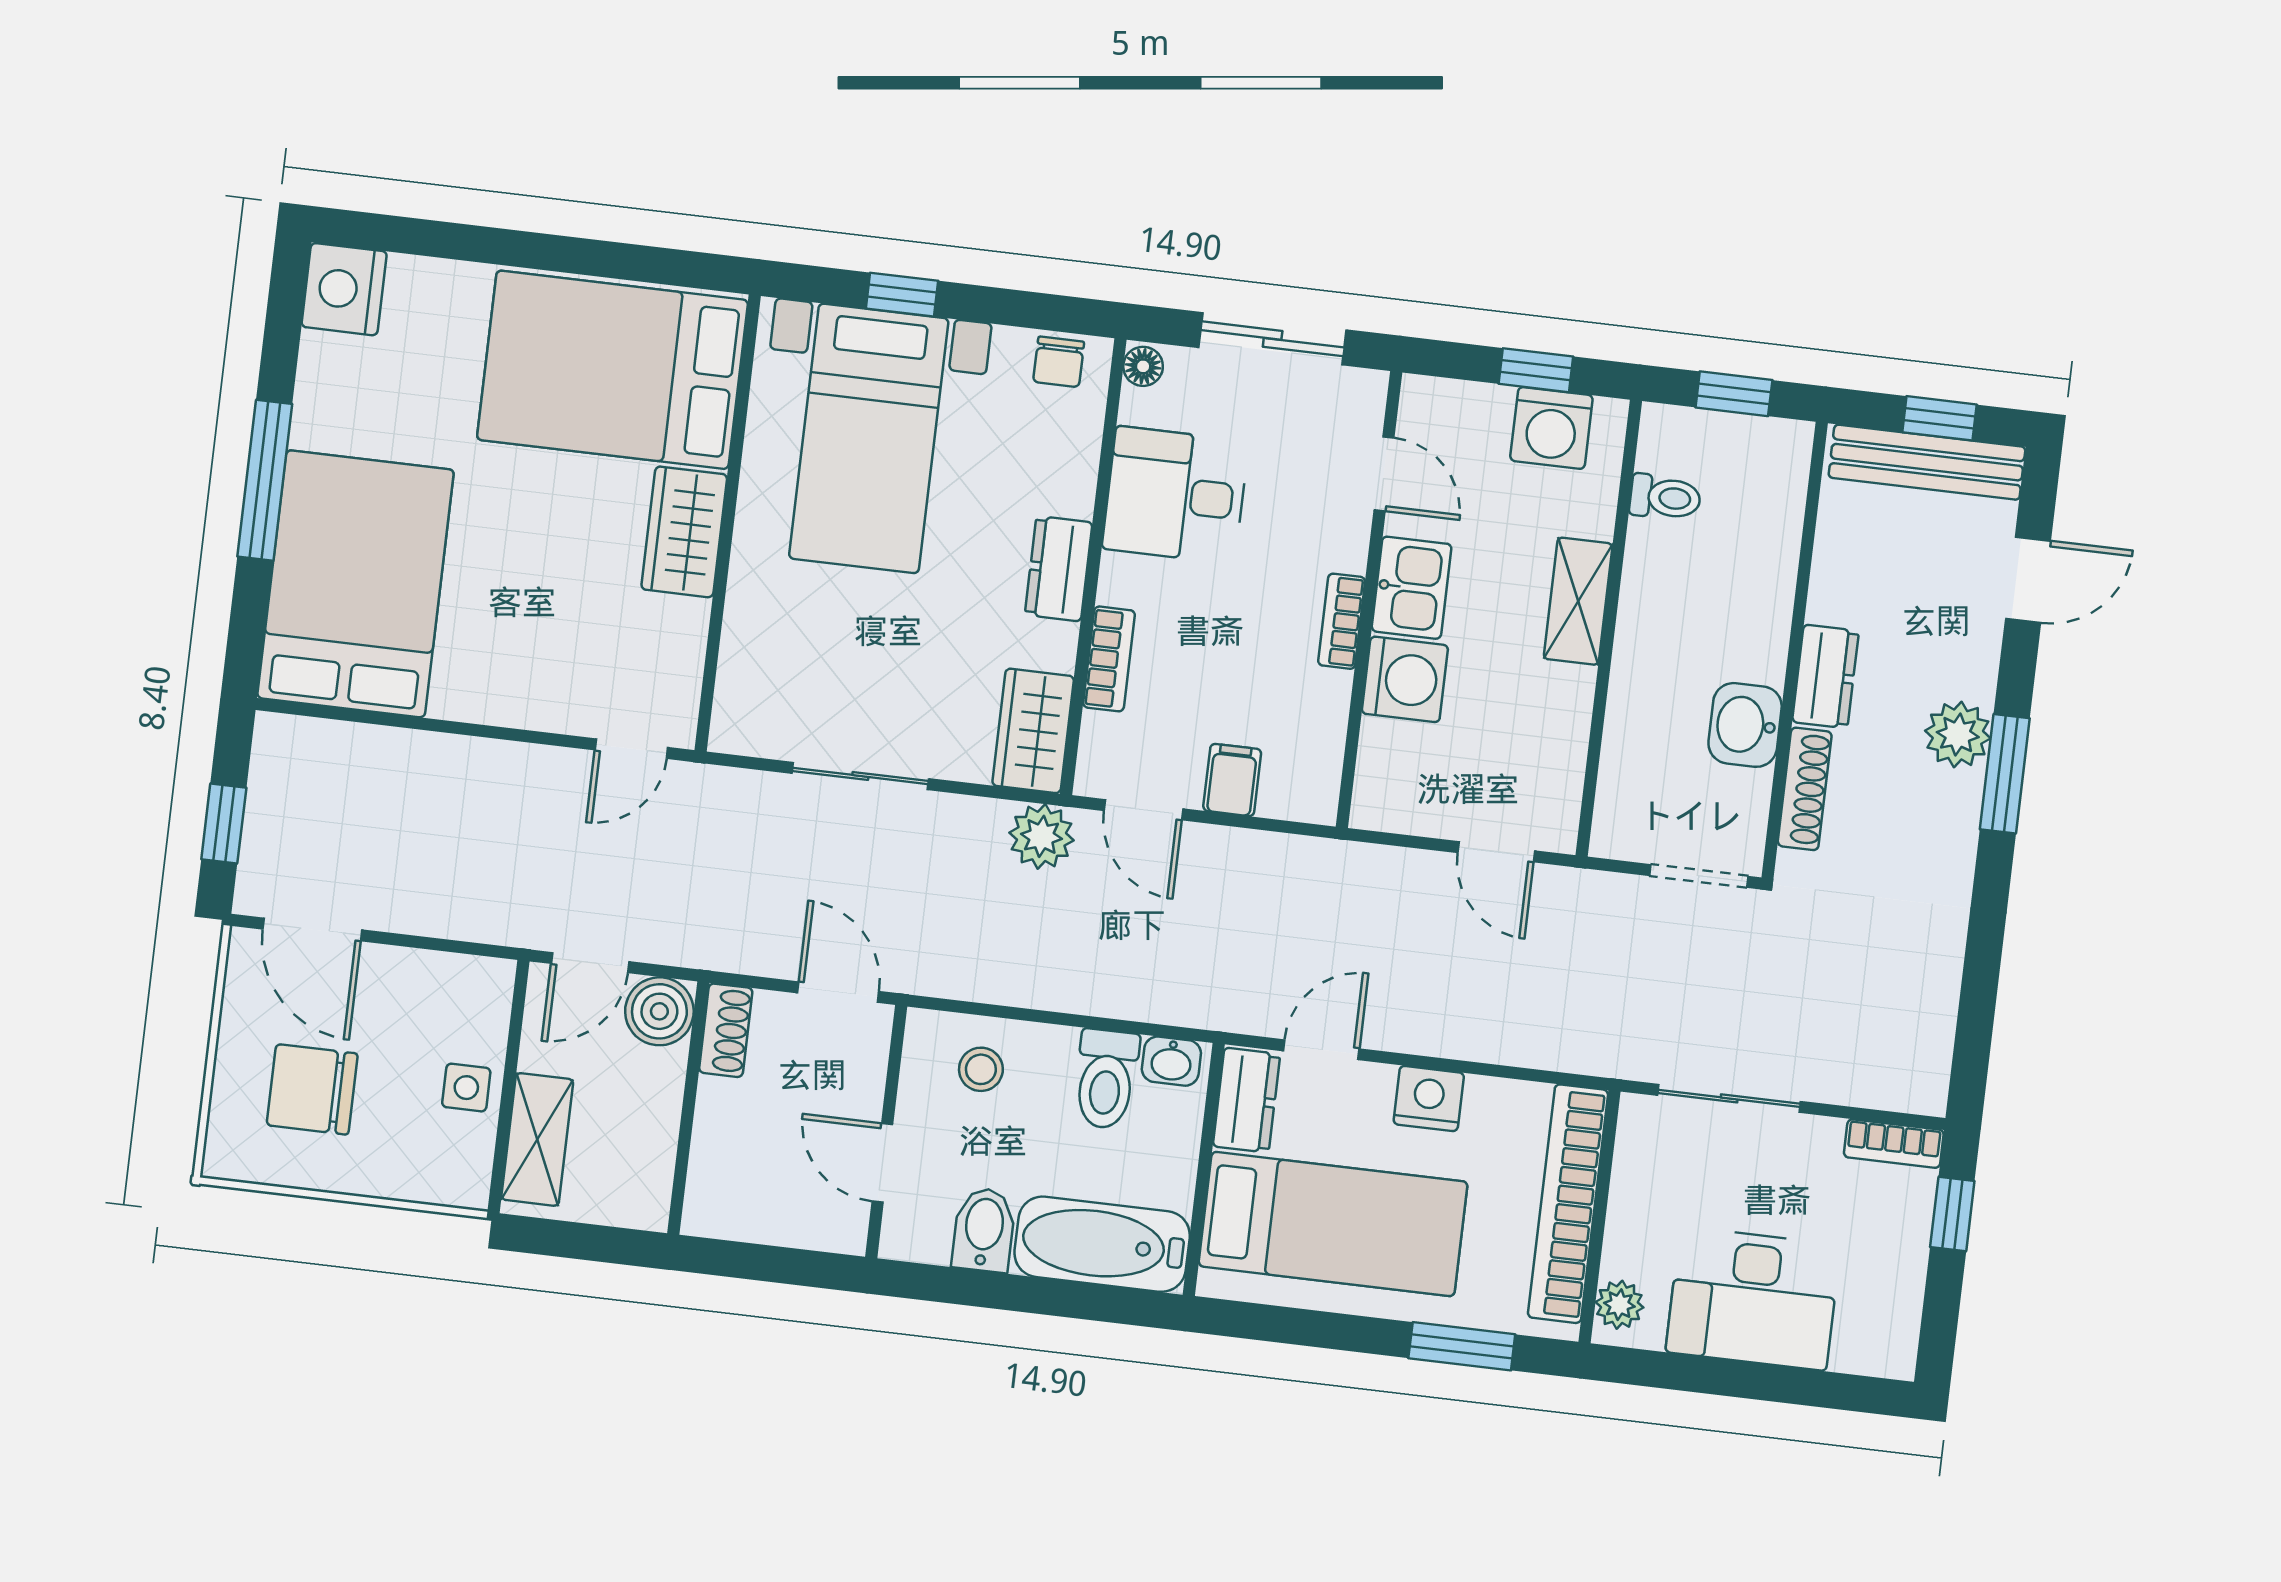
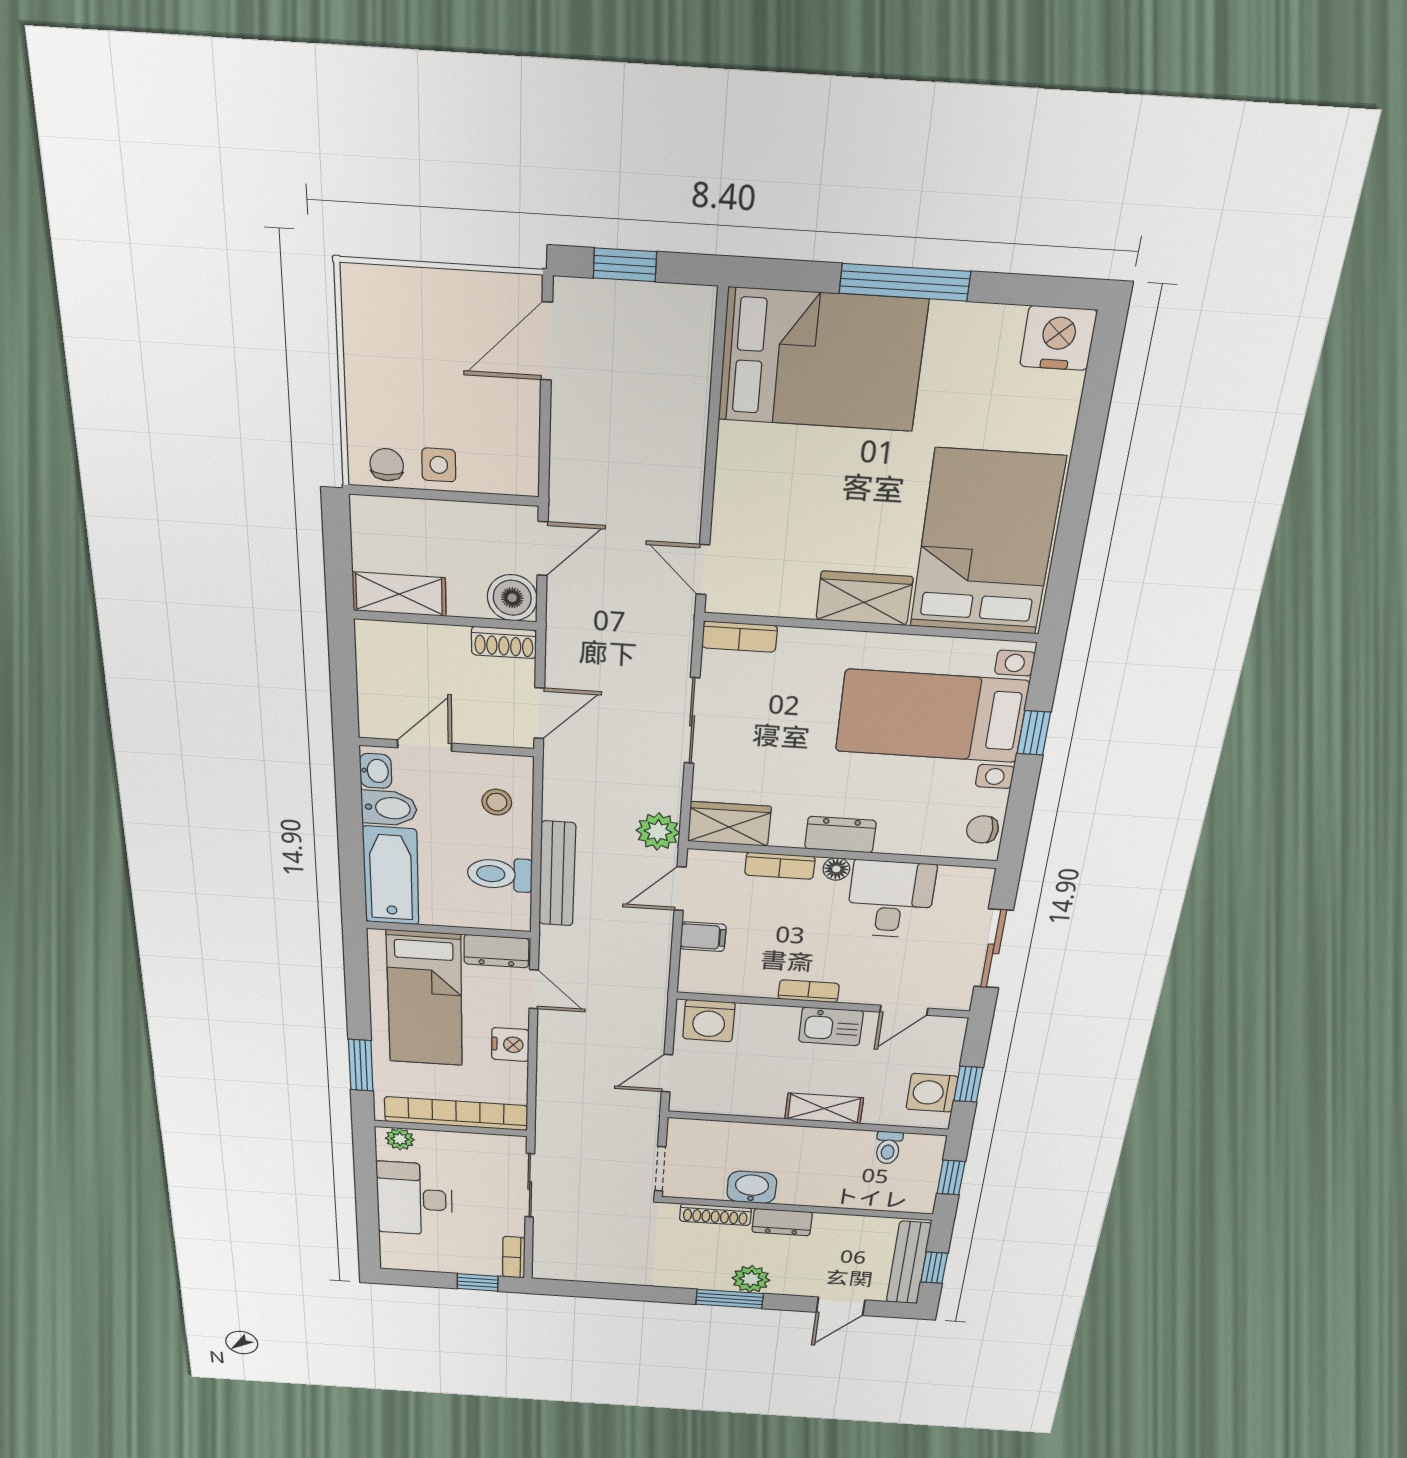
floor lamp: (1143, 366) -> (836, 869), moved
door: (2028, 580) -> (841, 1306), hinge flipped
washing machine: (1405, 679) -> (709, 1021), moved
bookcase: (733, 703) -> (740, 637), added
door: (590, 963) -> (543, 549), swing flipped
bench: (1109, 992) -> (557, 874), added
washbasin: (1171, 1061) -> (376, 771), moved, turned 180
chair: (312, 1089) -> (387, 465), moved, width x0.54, depth x0.54
shelving: (537, 1139) -> (399, 594), moved

